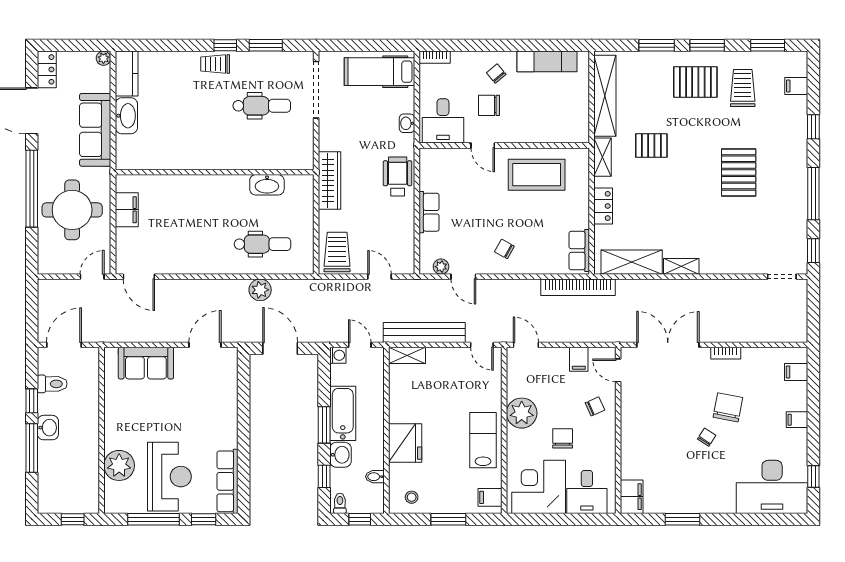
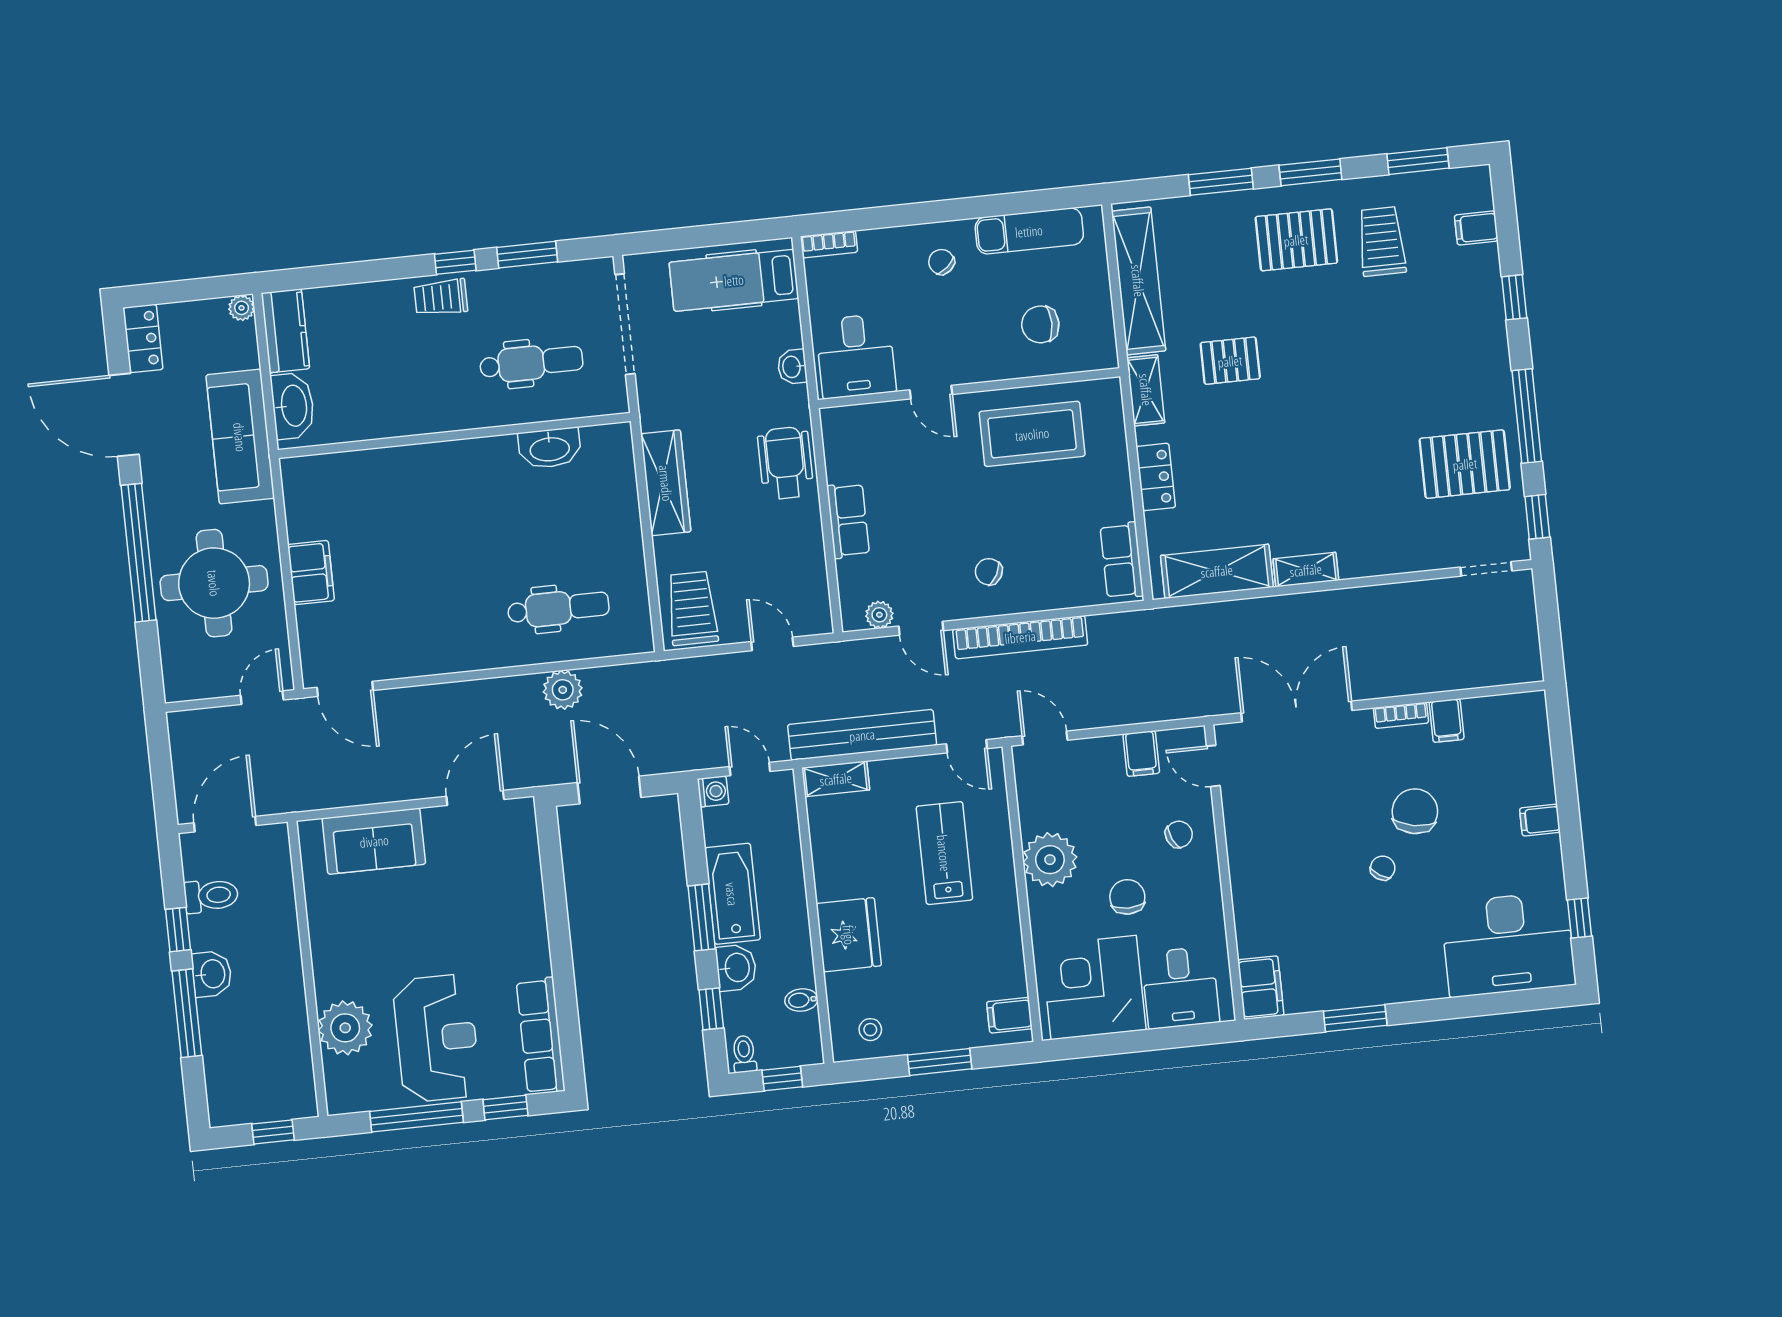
chair: (489, 105) -> (1040, 324), moved
wall: (215, 172) -> (454, 435), moved
pallet: (739, 172) -> (1465, 464), moved, turned 90
washbasin: (267, 185) -> (550, 448), moved
bookcase: (578, 287) -> (1020, 637), moved
filing cabinet: (796, 372) -> (1447, 721), moved, turned -90
lab bench: (483, 440) -> (944, 853), moved

